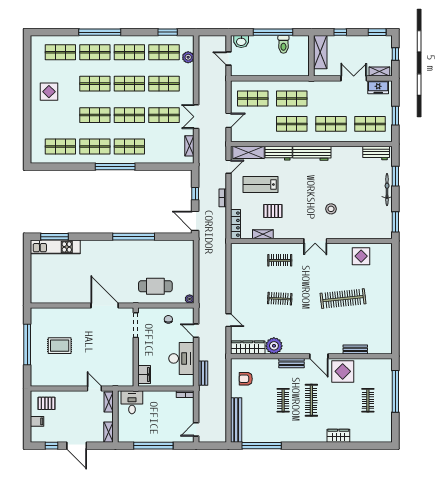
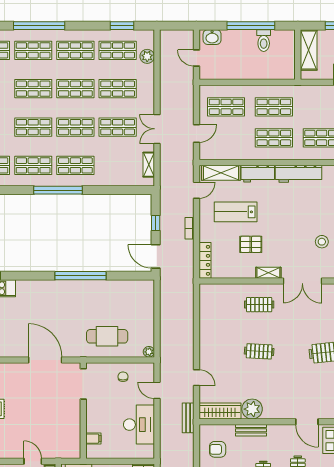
shelving: (263, 234) -> (268, 273), moved
double door: (315, 241) -> (302, 281), width x1.37
bench: (292, 363) -> (251, 430), moved
bench: (203, 373) -> (188, 418), moved
filing cabinet: (144, 375) -> (93, 439), width x0.50

